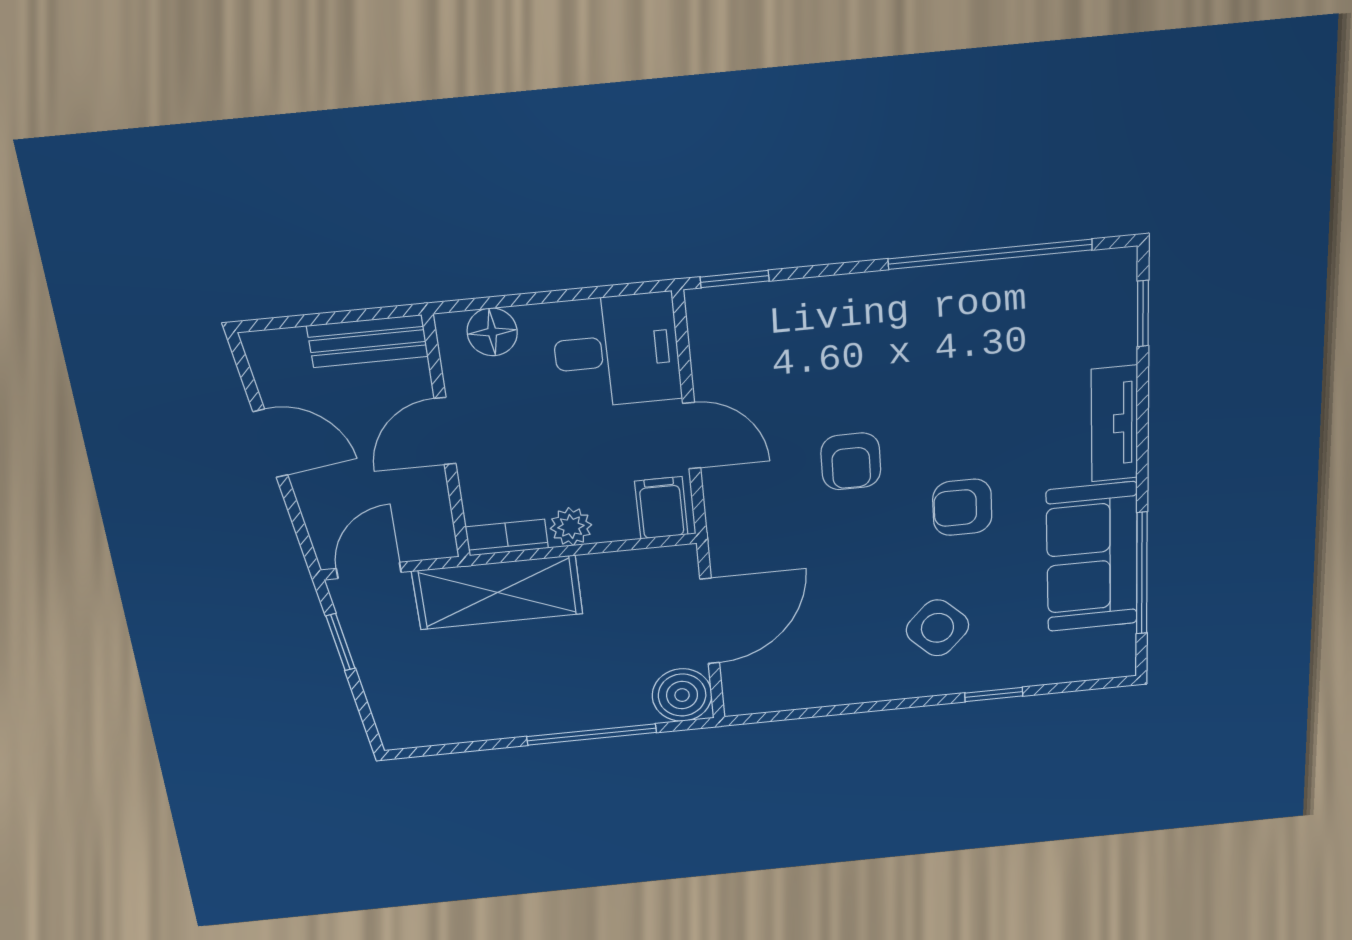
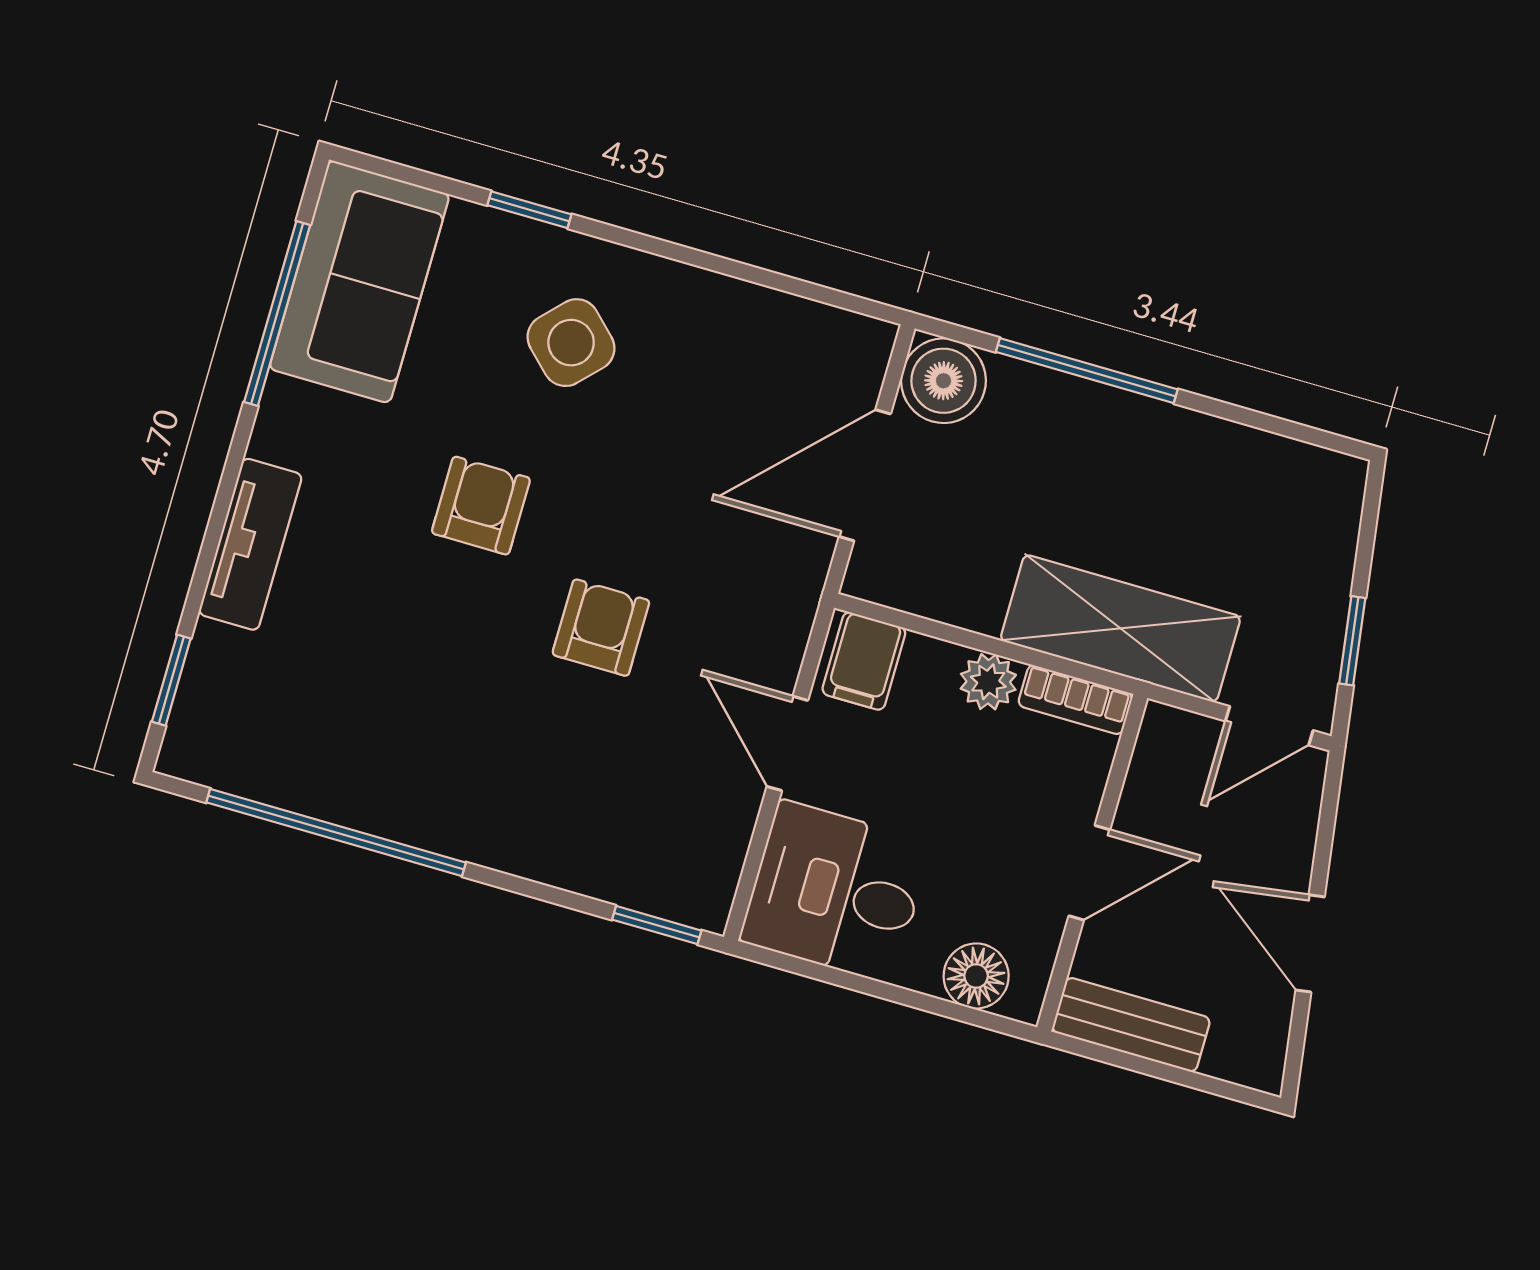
armchair: (962, 507) -> (481, 506), turned -90
sofa: (1092, 557) -> (359, 282), moved

